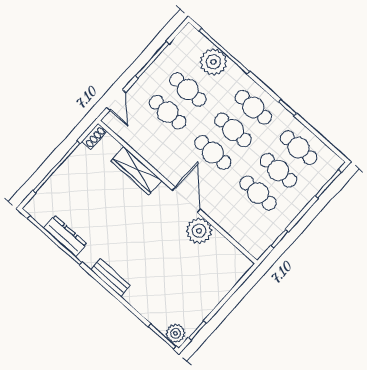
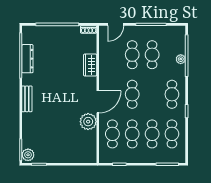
plant: (213, 62) -> (181, 59), width x0.53, depth x0.53
cafe table: (233, 130) -> (112, 134), moved
wardrobe: (136, 171) -> (90, 65), width x0.67

